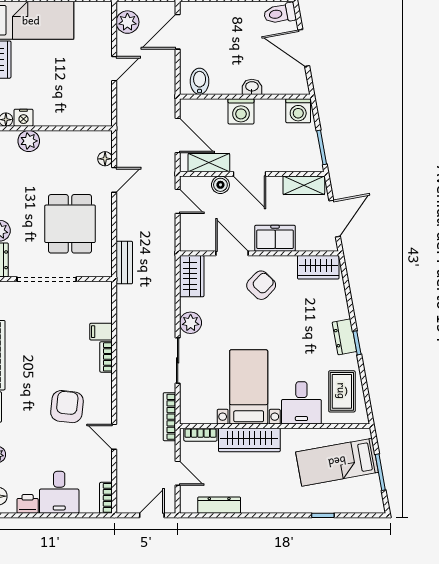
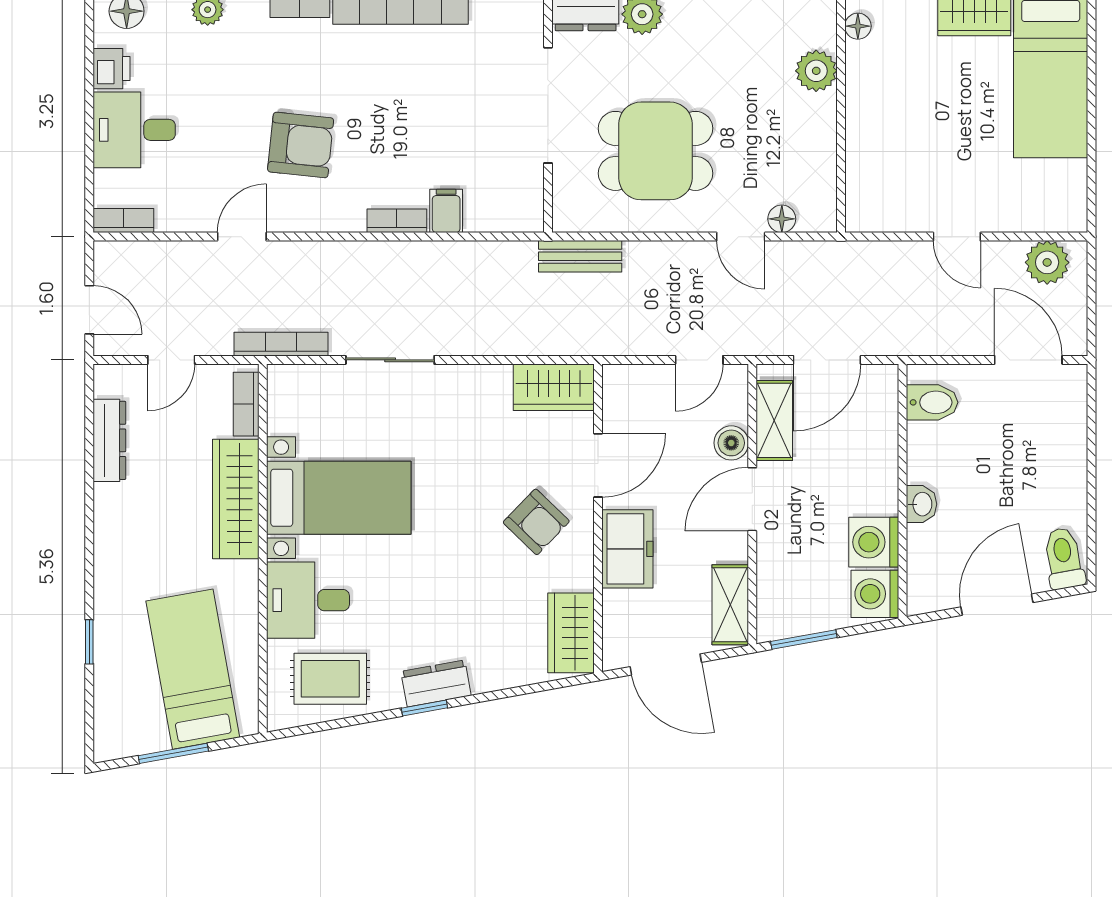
washing machine: (241, 111) -> (874, 542), moved
nightstand: (23, 118) -> (861, 61), removed
plant: (191, 323) -> (463, 385), removed

